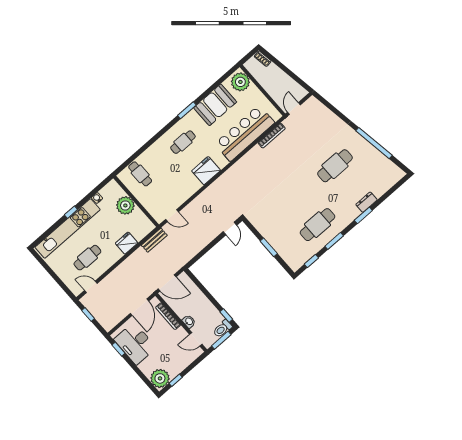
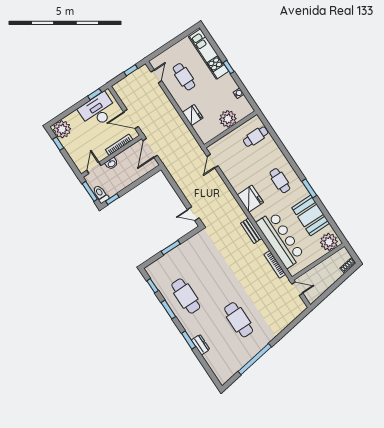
kitchen unit: (68, 228) -> (209, 54), width x0.73
bench: (154, 240) -> (251, 231), moved

